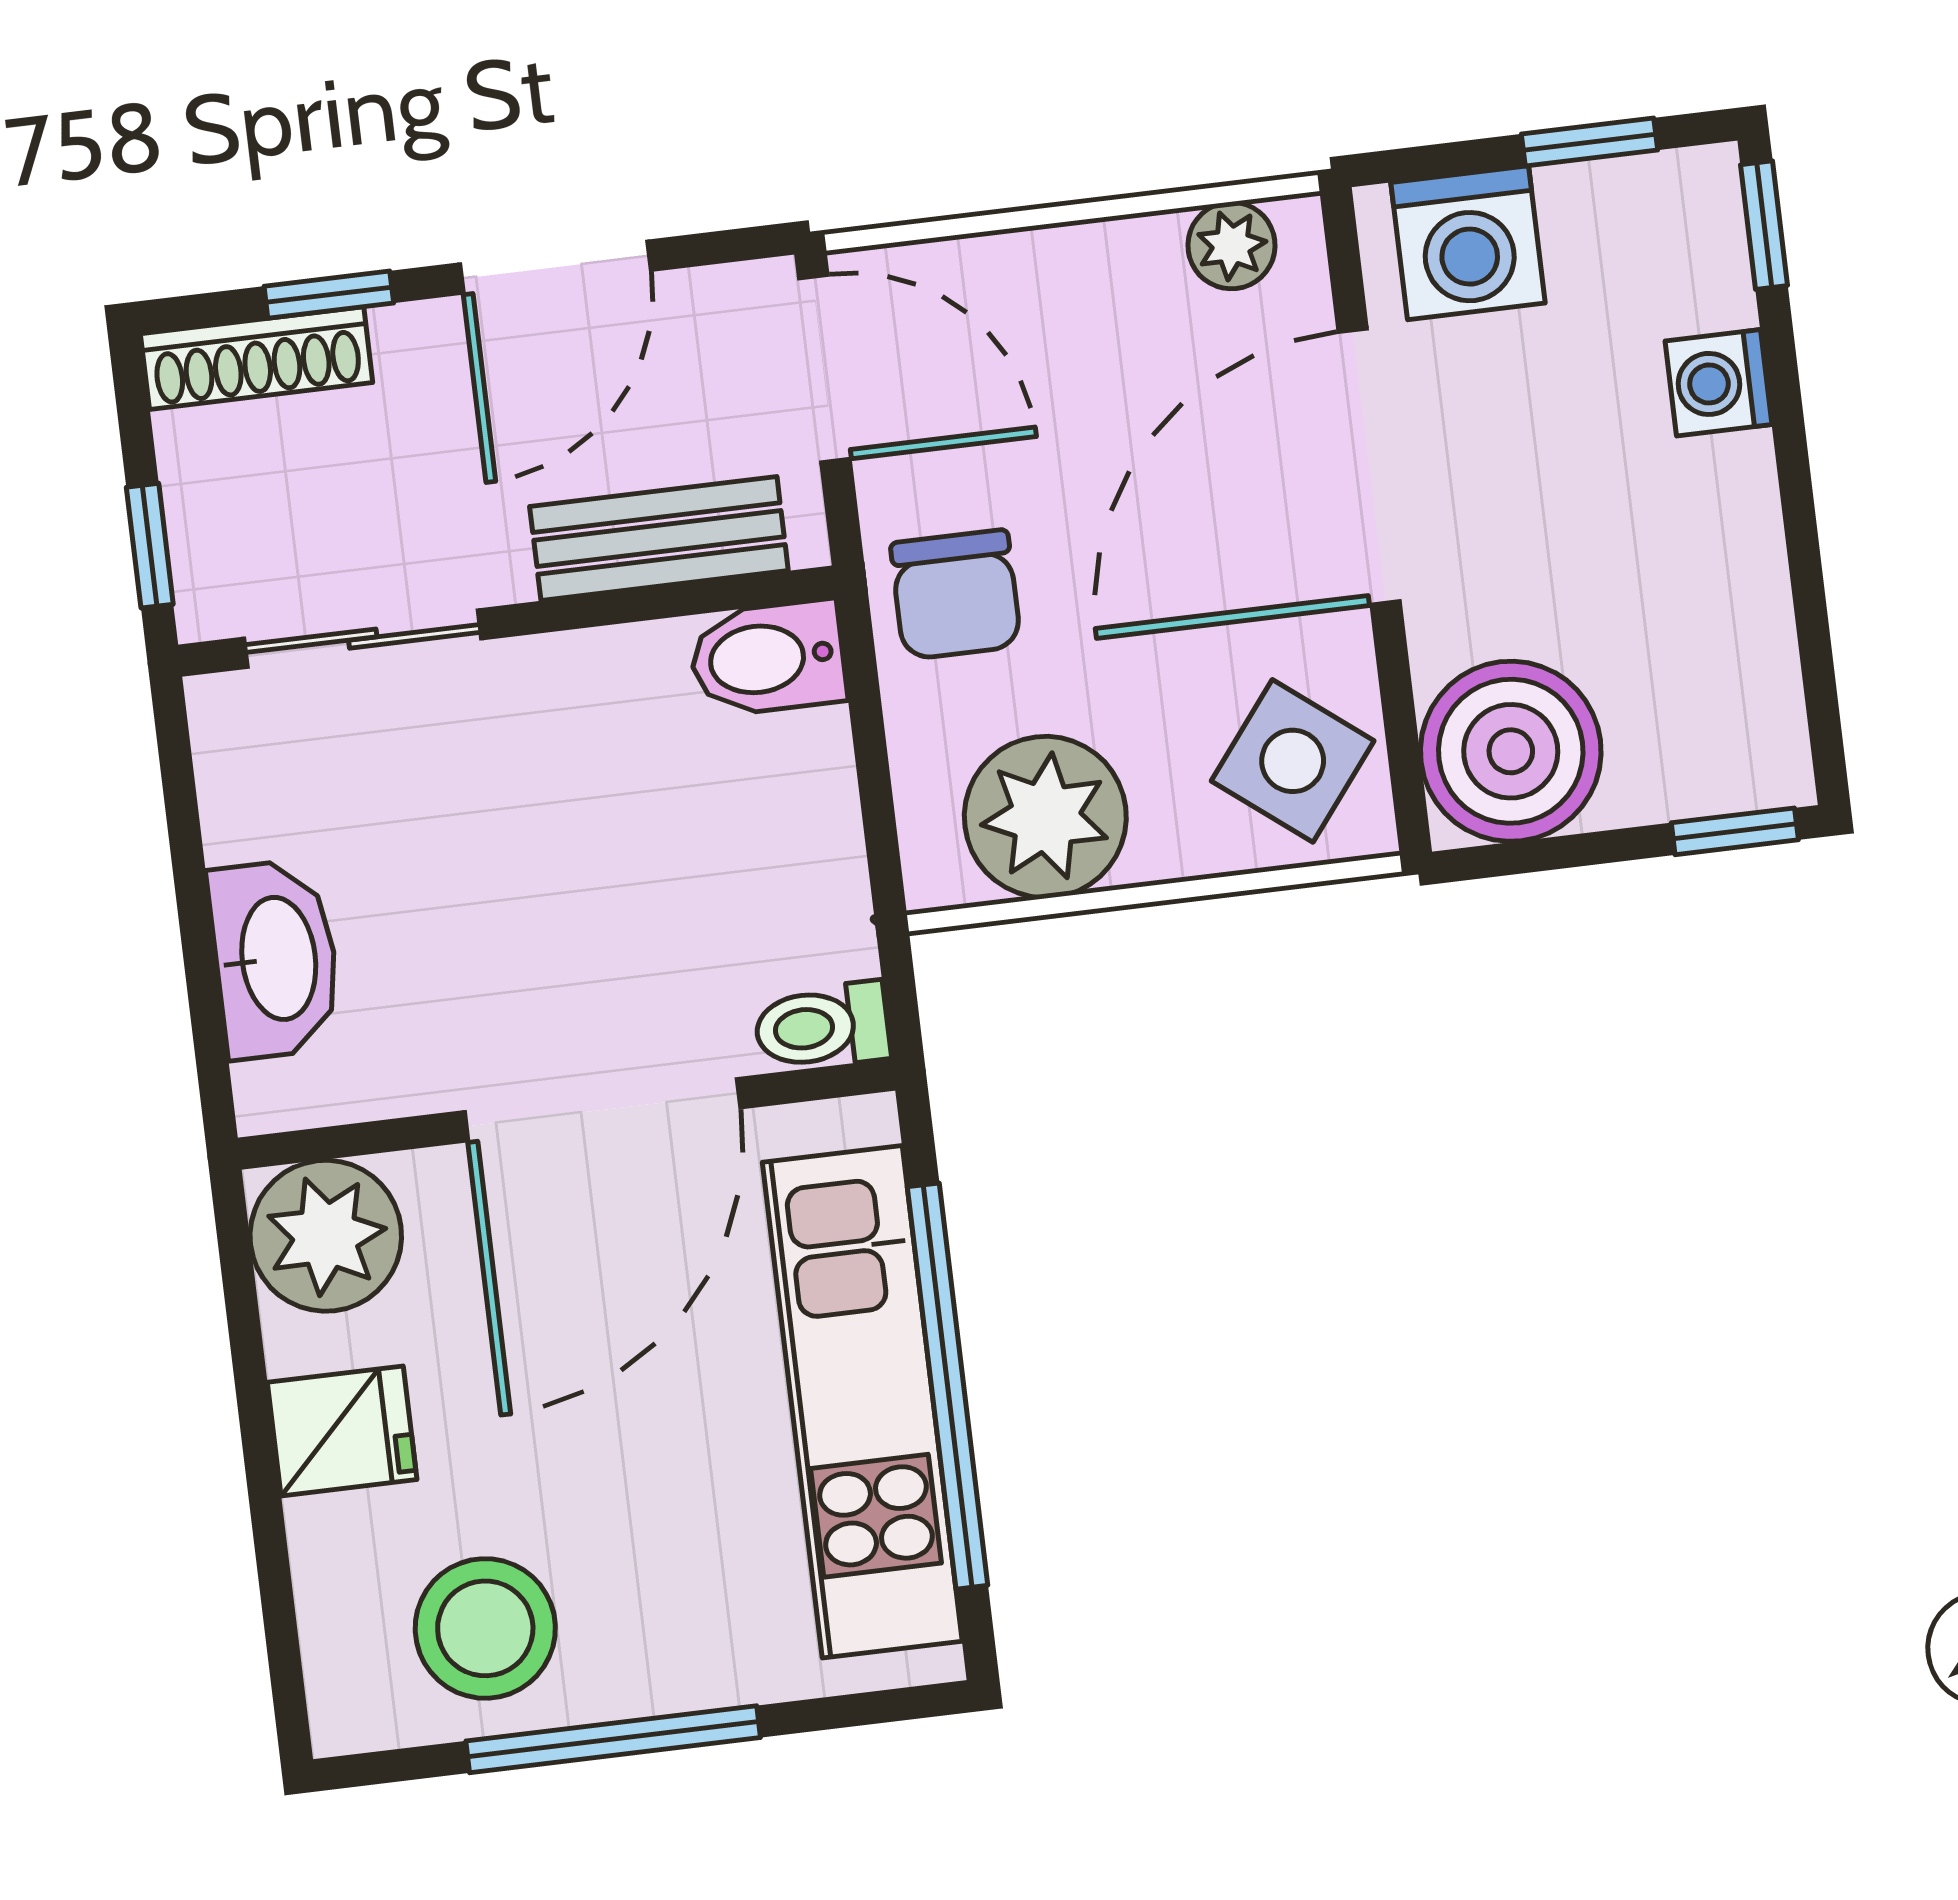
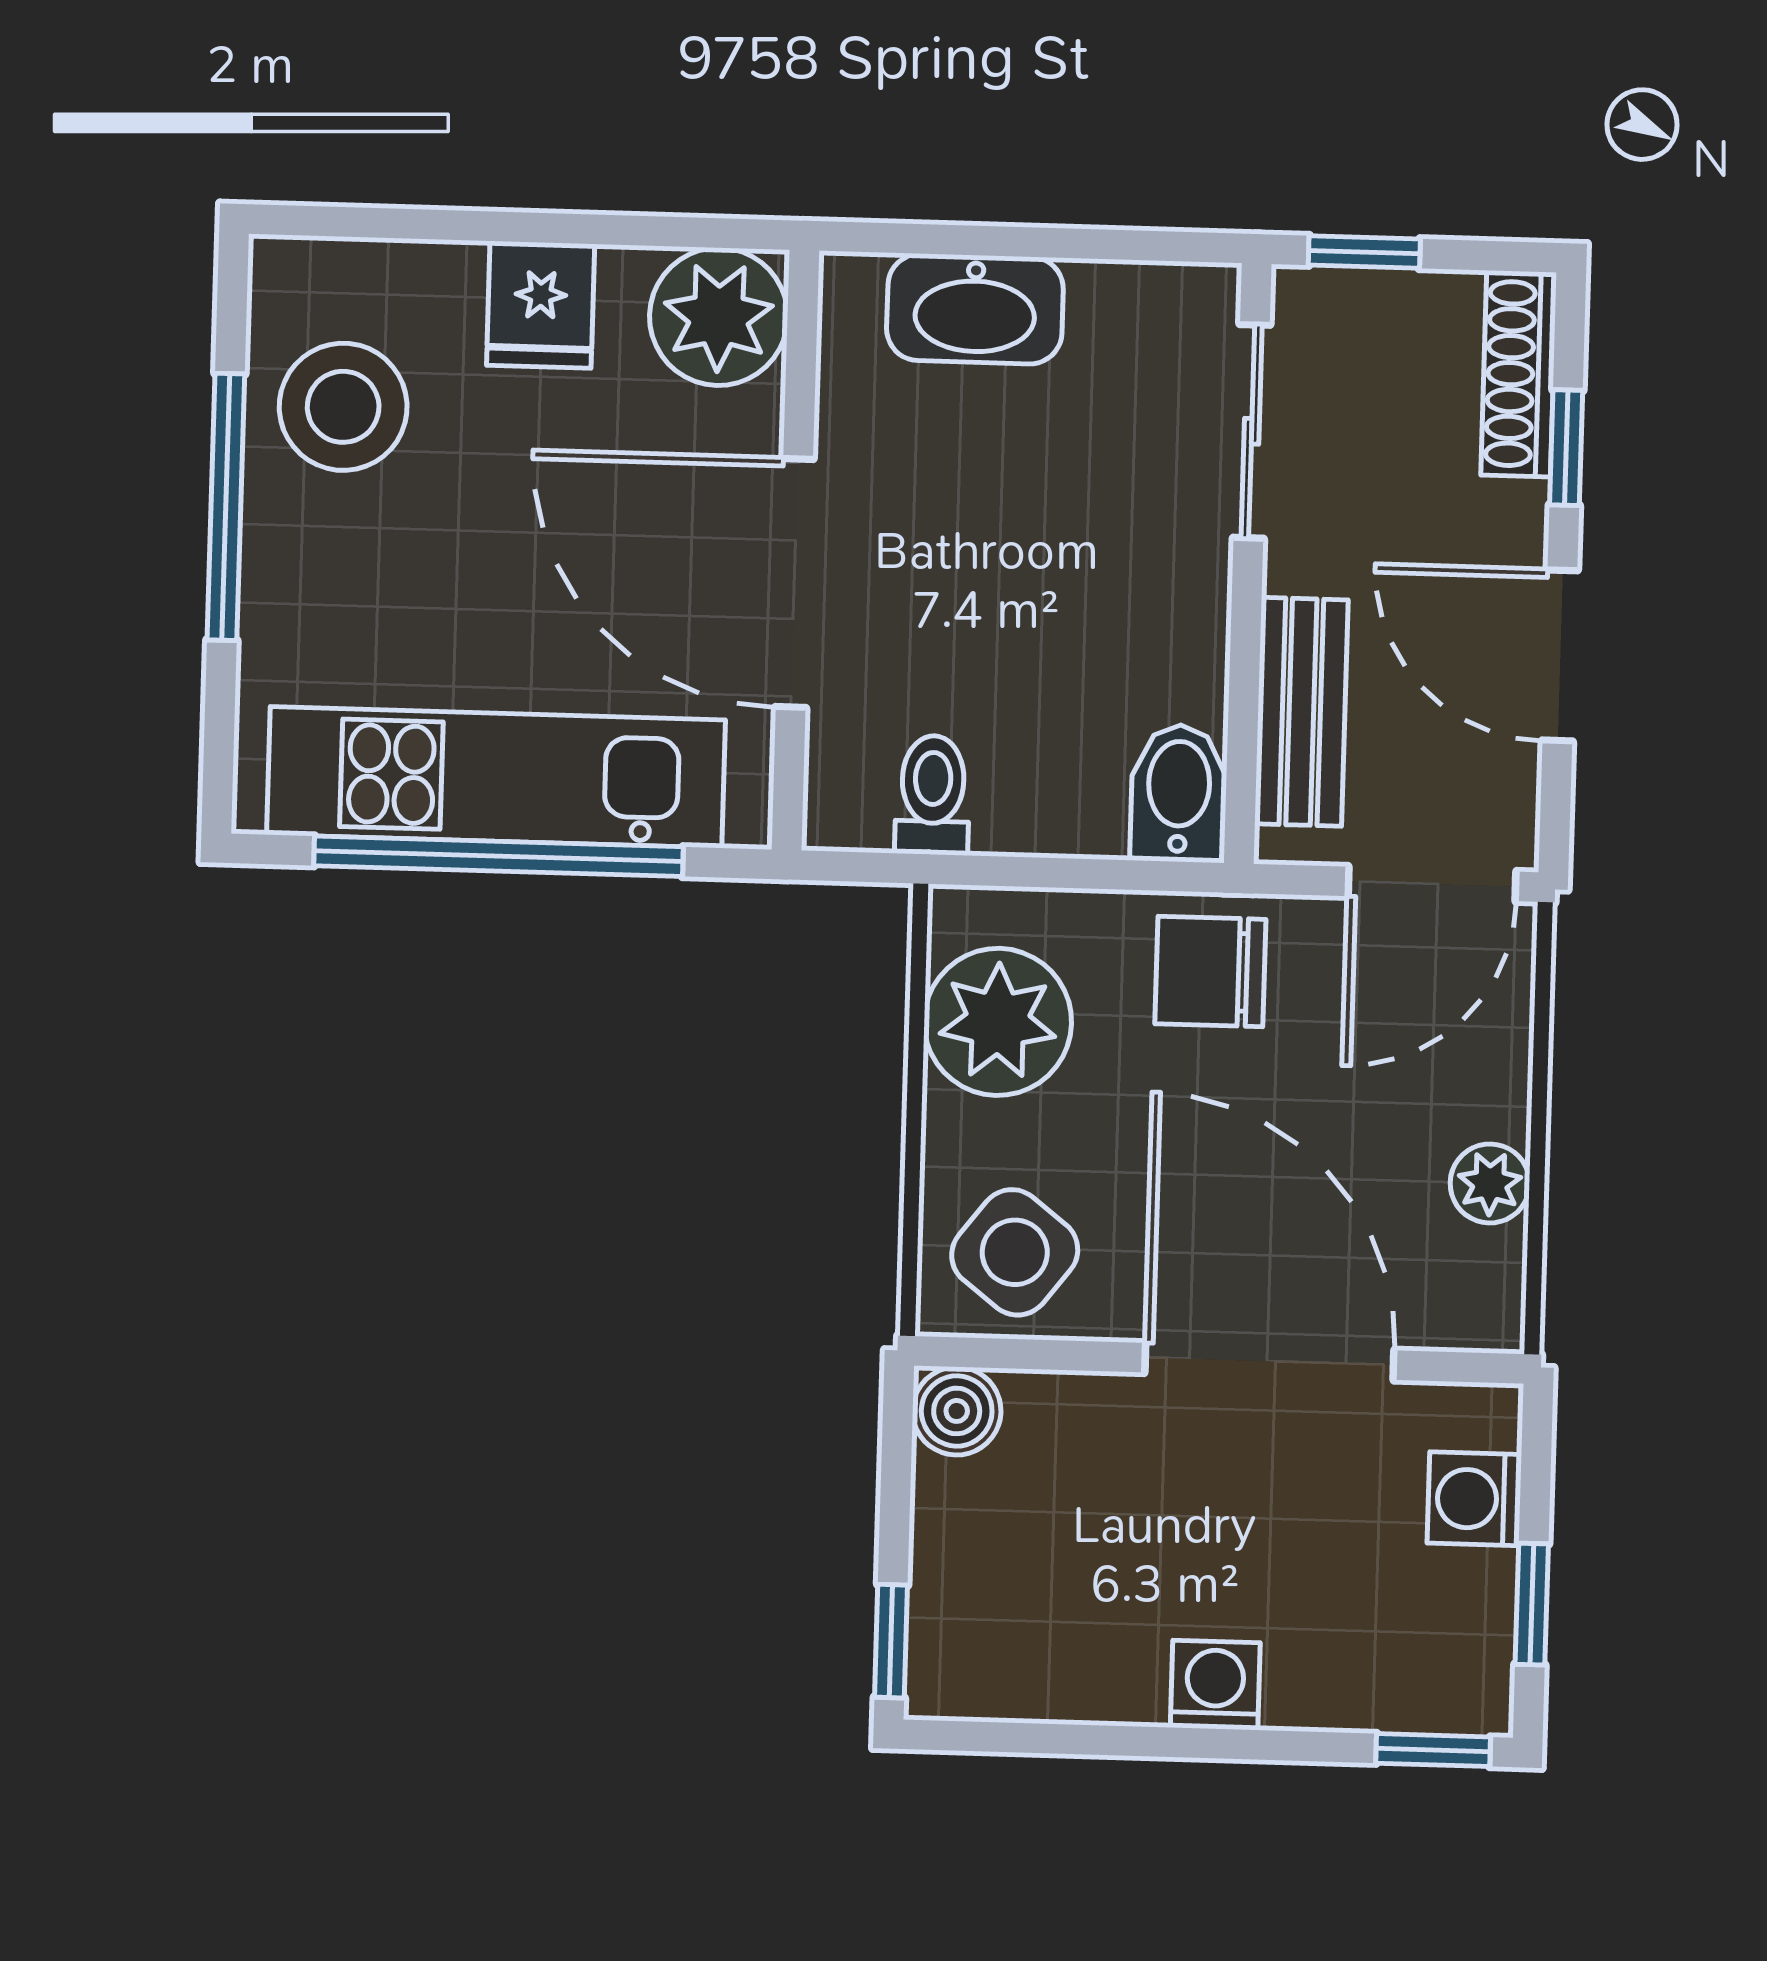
washing machine: (1468, 243) -> (1474, 1499), width x0.73, depth x0.73
plant: (1231, 245) -> (1490, 1183), moved
washing machine: (1718, 383) -> (1215, 1685), moved
boiler: (1511, 751) -> (957, 1411), width x0.54, depth x0.54
toilet: (822, 1027) -> (933, 795), moved

